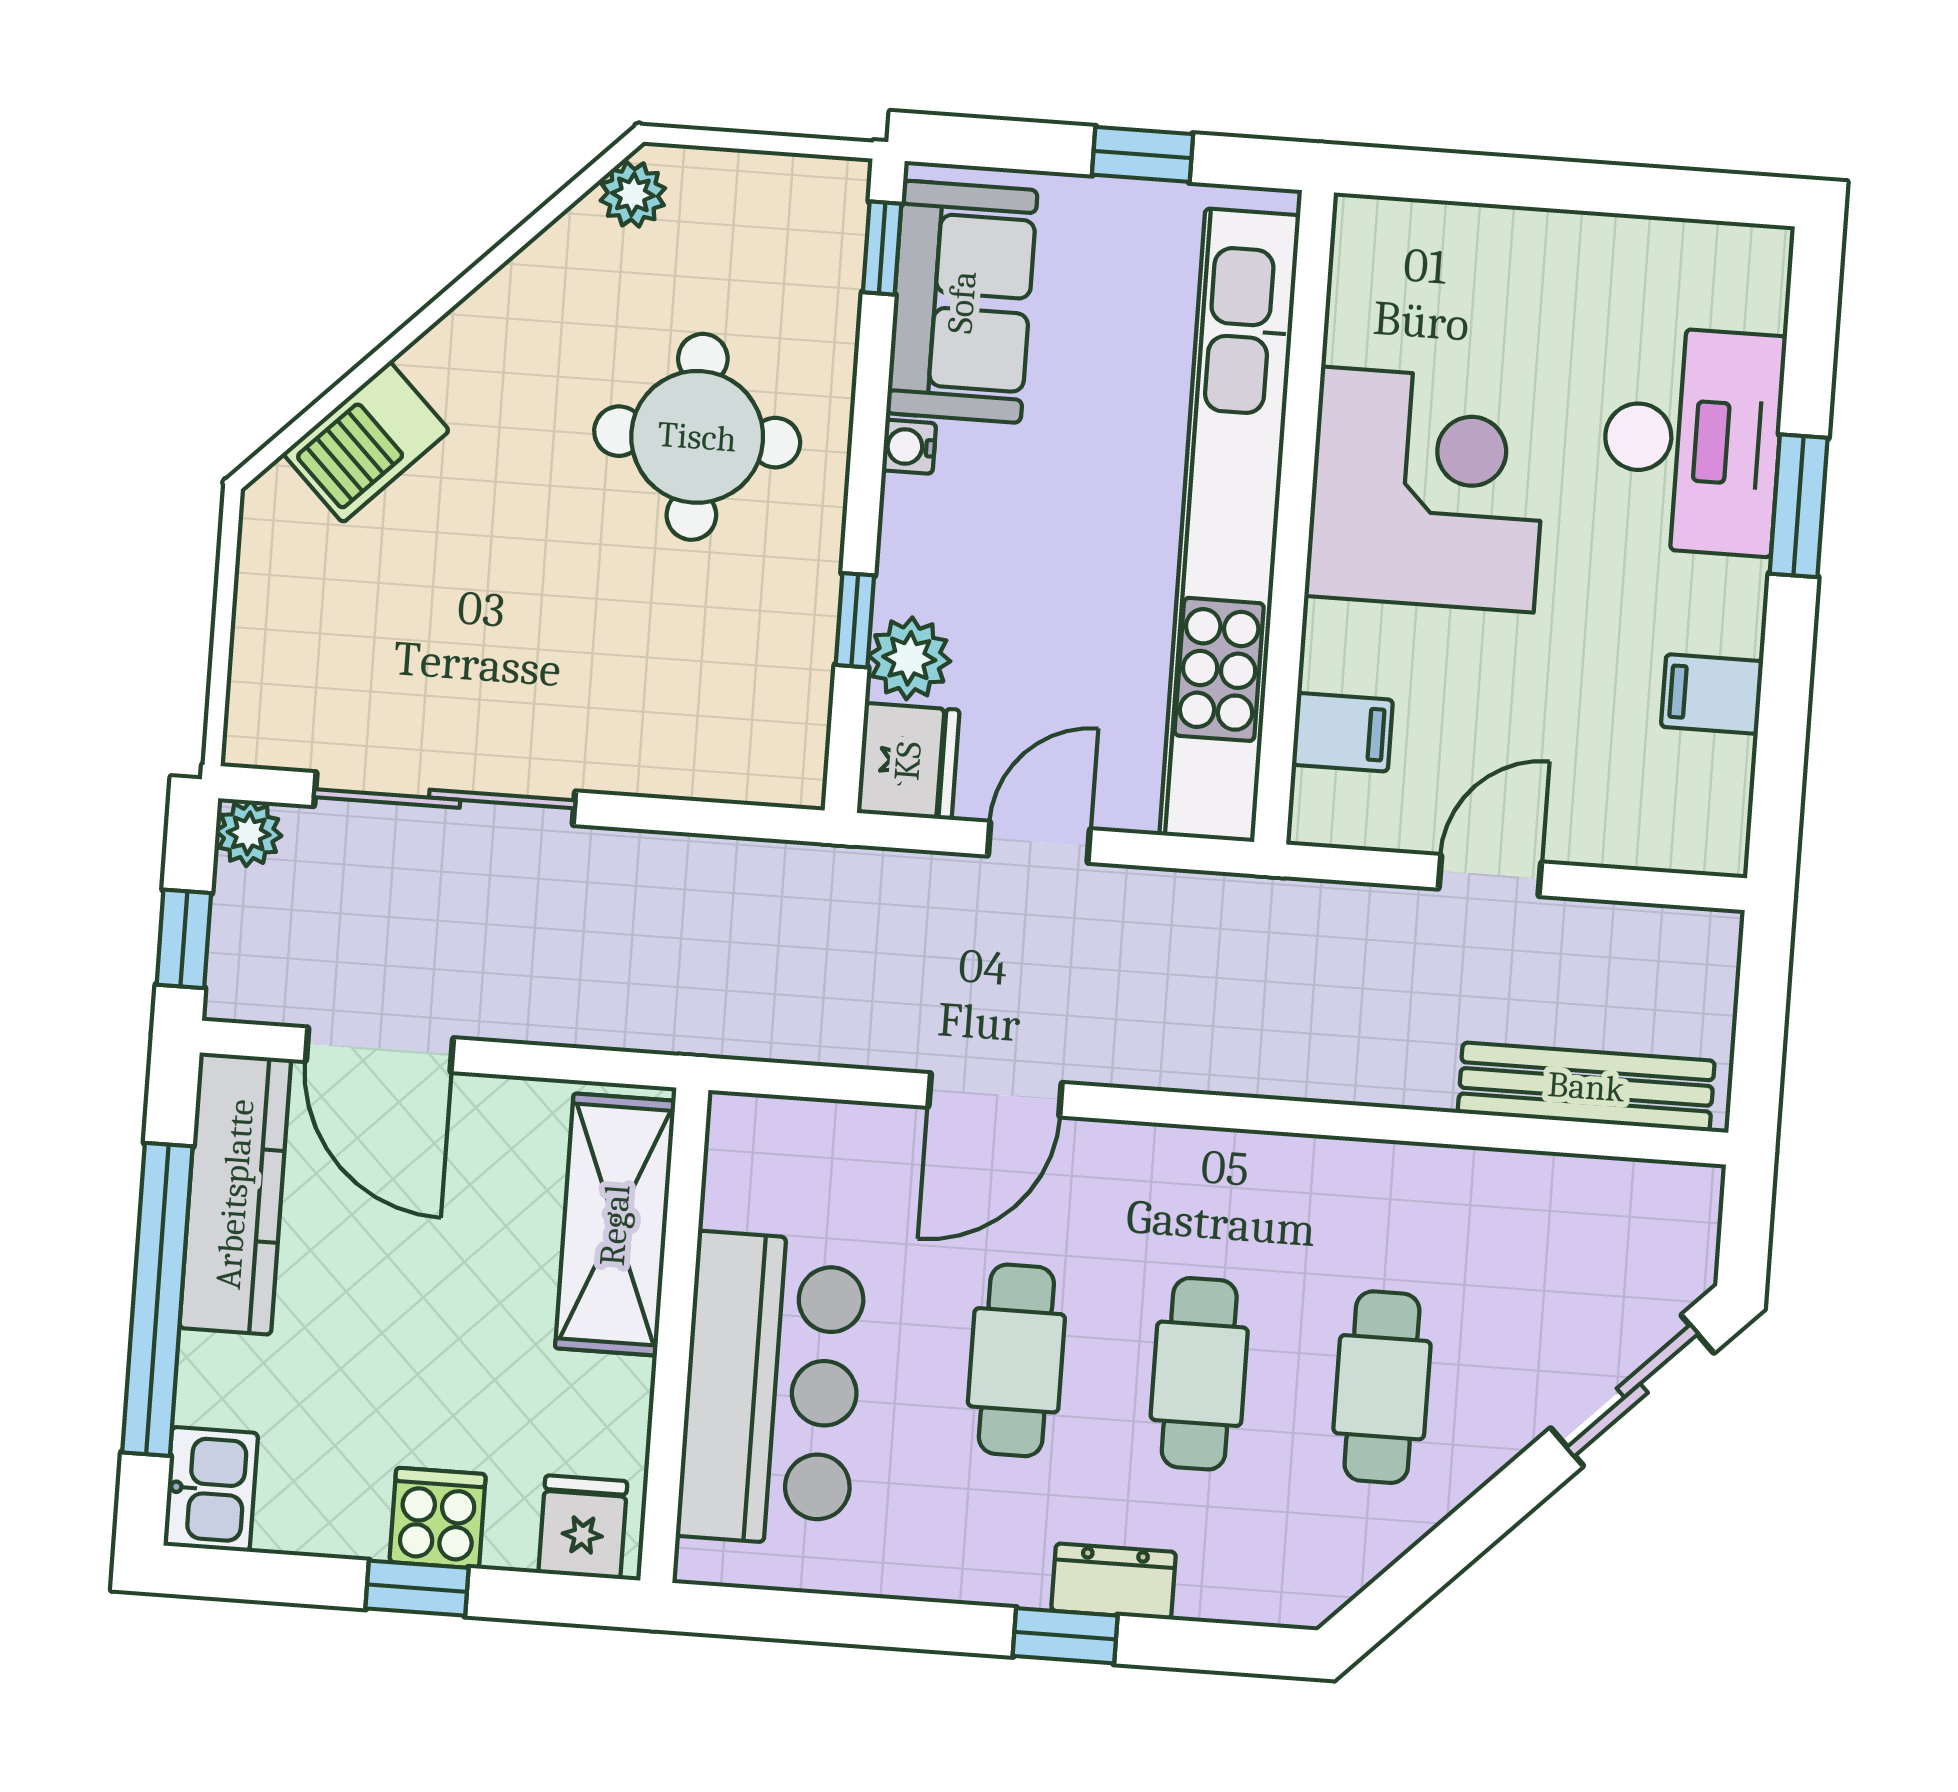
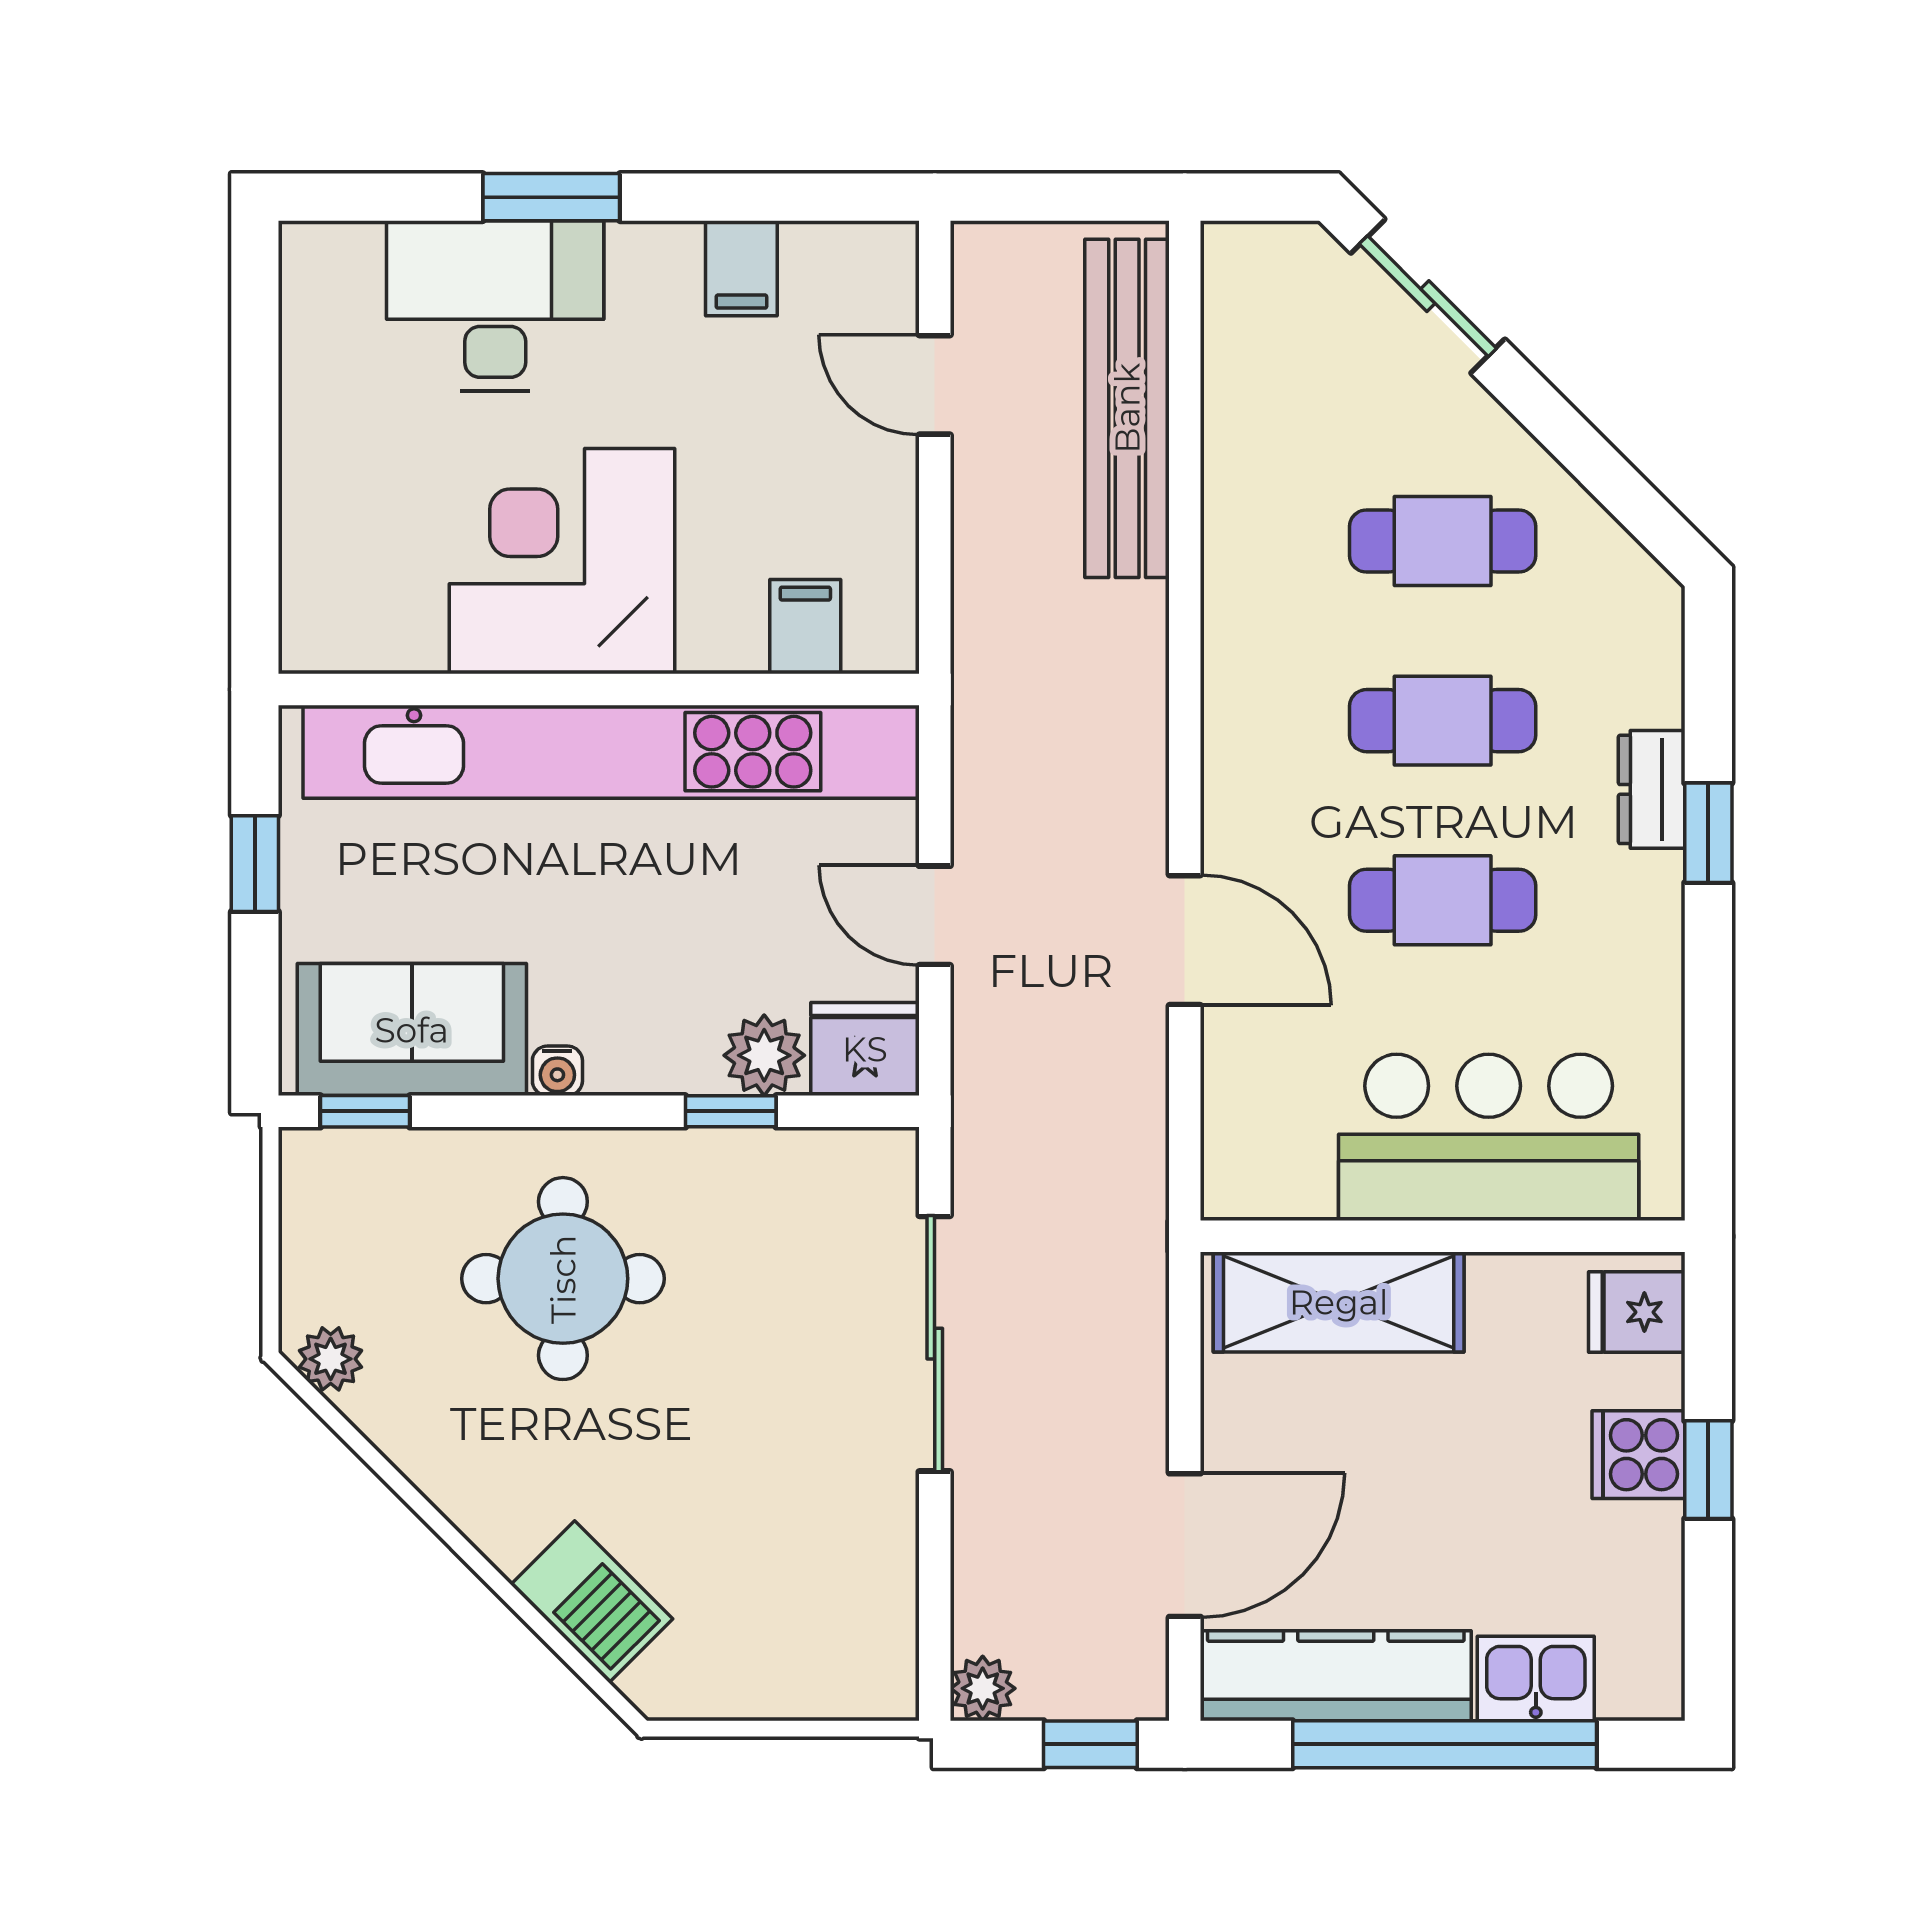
sliding door: (445, 799) -> (935, 1344), moved
door: (1490, 875) -> (935, 385), moved
bench: (1586, 1087) -> (1127, 408), width x1.37, depth x1.21
kitchen sink: (211, 1489) -> (1536, 1678), moved

